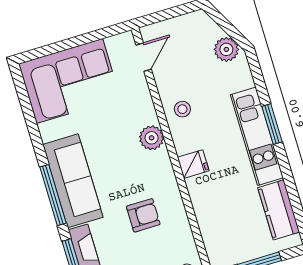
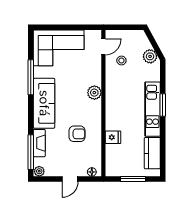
stool: (182, 109) -> (121, 61), moved
fridge: (193, 164) -> (113, 137), moved
window: (53, 195) -> (31, 77), moved

